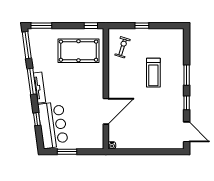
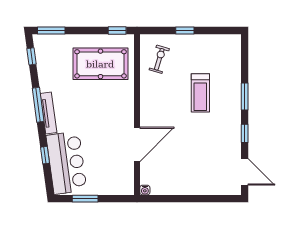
window: (27, 45) -> (32, 56), width x0.46

